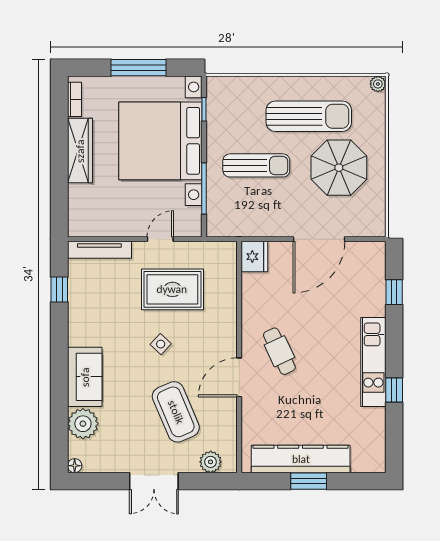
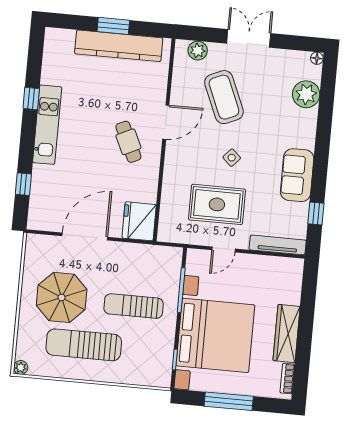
fridge: (254, 257) -> (139, 221), width x1.36, depth x1.34
sofa: (85, 377) -> (297, 175), moved

